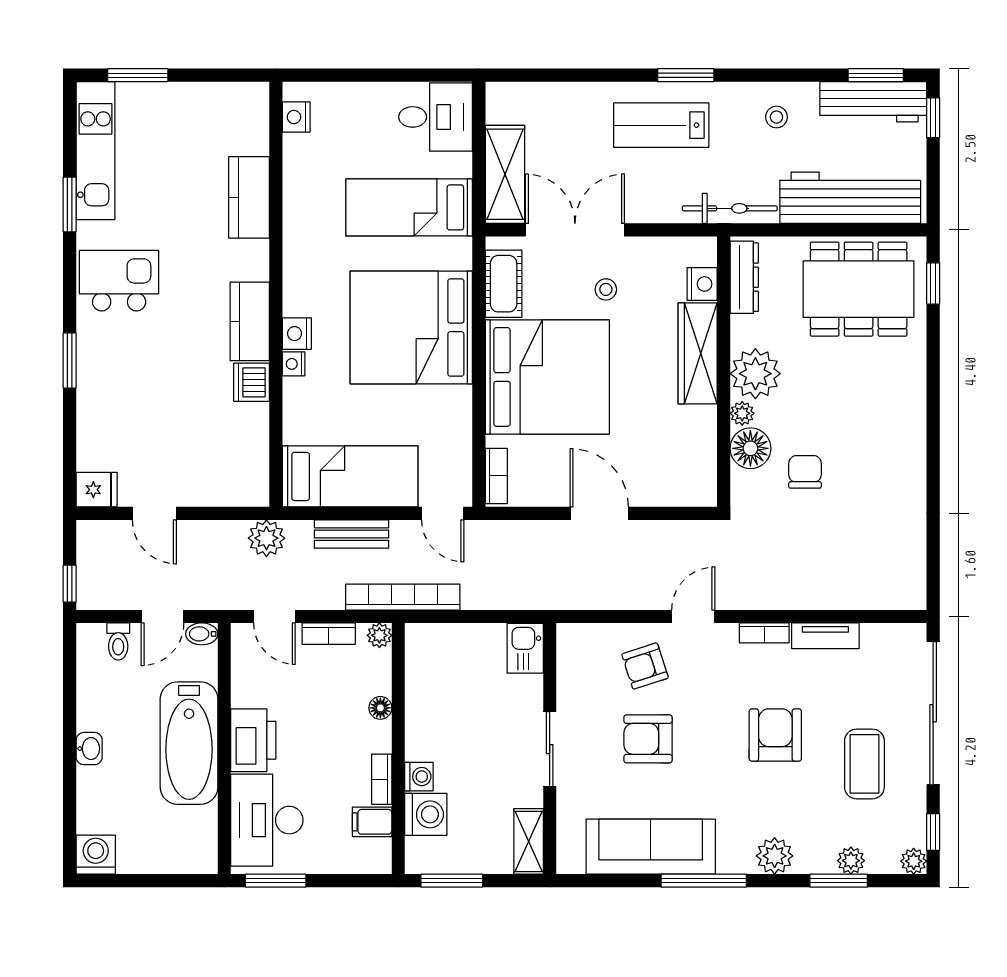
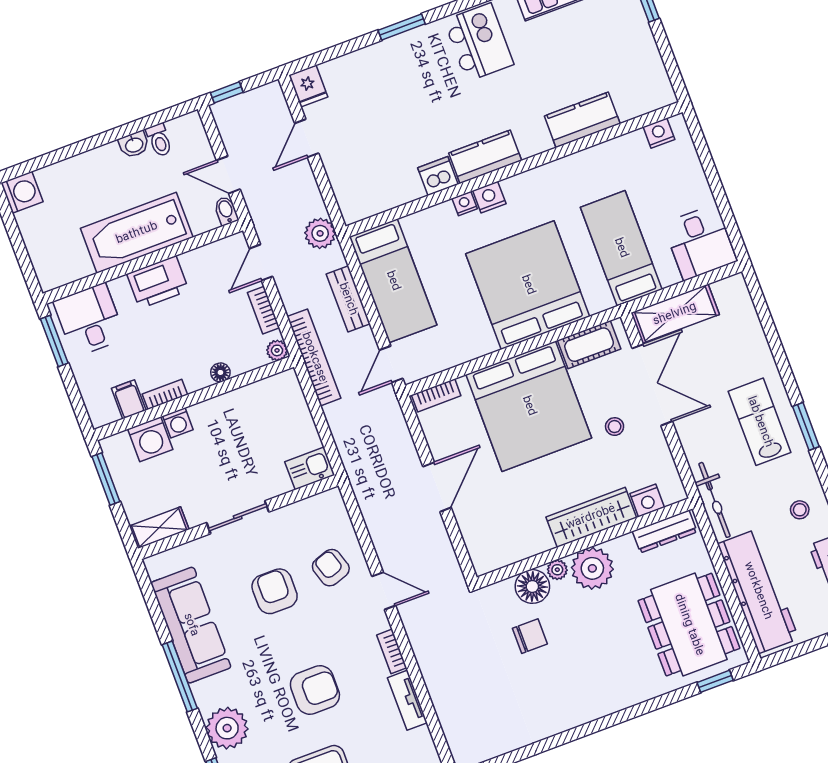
toilet: (118, 642) -> (159, 140), moved, turned -90
washbasin: (89, 749) -> (134, 145), moved
desk: (267, 820) -> (89, 320), width x0.73
plant: (775, 856) -> (227, 728), width x1.36, depth x1.36

